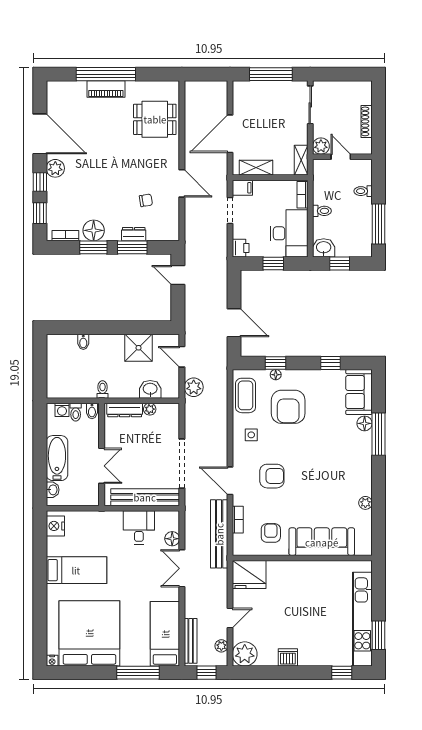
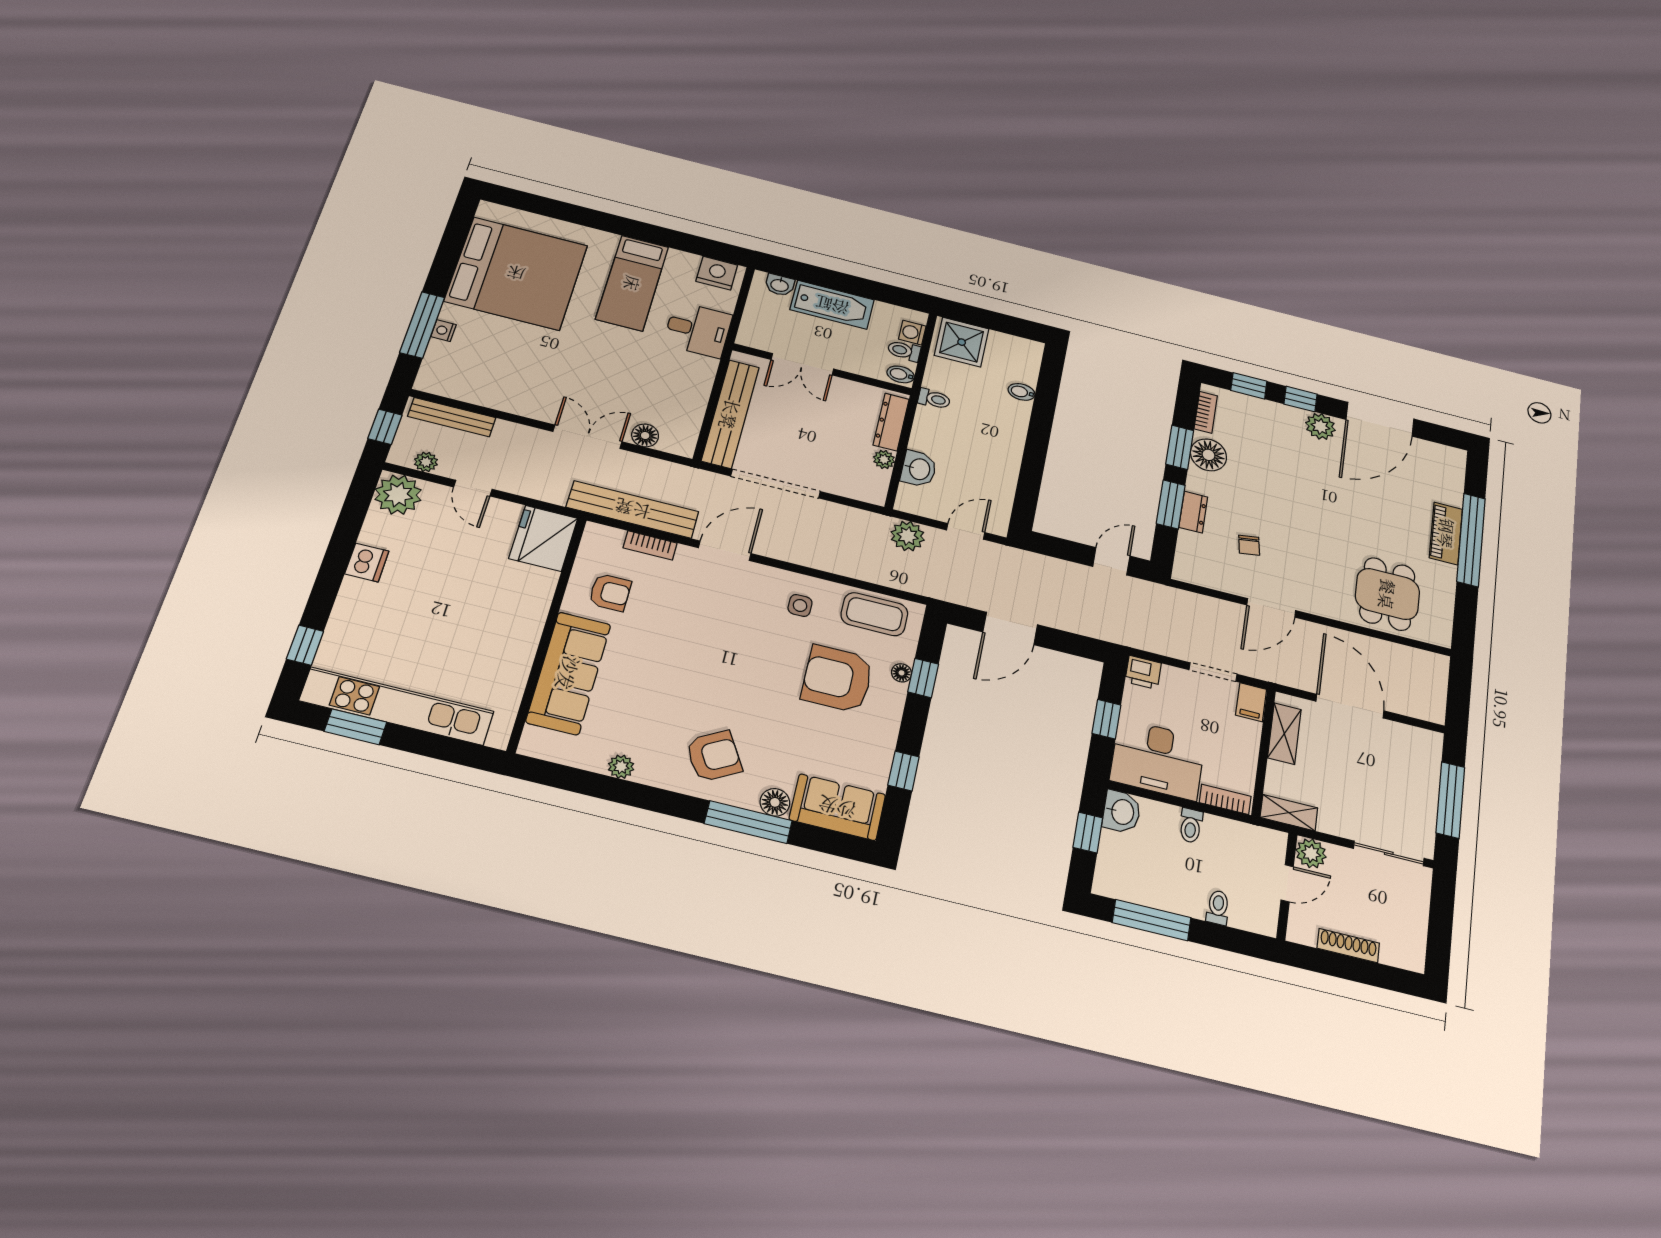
shower: (139, 348) -> (962, 342), moved
armchair: (272, 476) -> (714, 756), moved, turned -120
desk: (139, 527) -> (698, 330), moved
bed: (165, 634) -> (478, 382), removed
nightstand: (52, 661) -> (443, 331), moved

